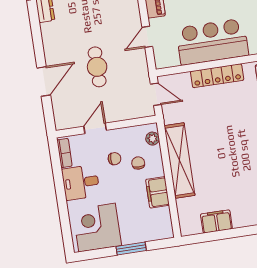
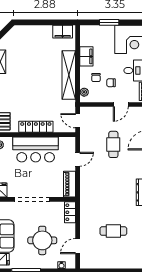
filing cabinet: (216, 221) -> (63, 32), moved

